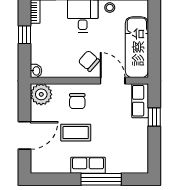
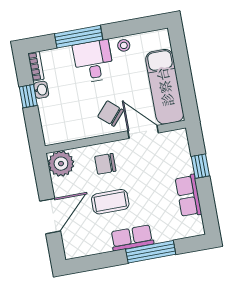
washbasin: (36, 71) -> (41, 90), moved
chair: (77, 101) -> (105, 164), turned 90
row of seats: (140, 101) -> (188, 196), moved

